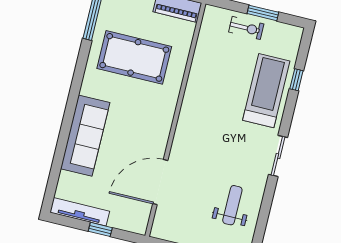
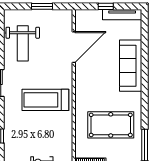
treadmill: (266, 91) -> (45, 100), moved, turned 90
weight bench: (232, 205) -> (23, 43), width x1.36, depth x1.33

